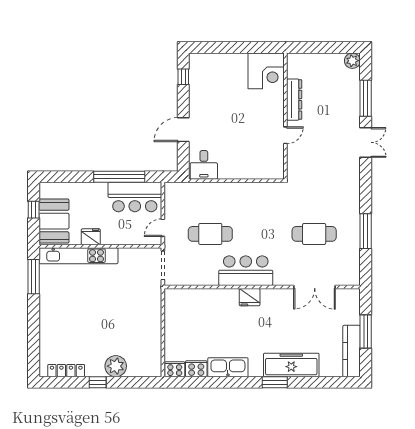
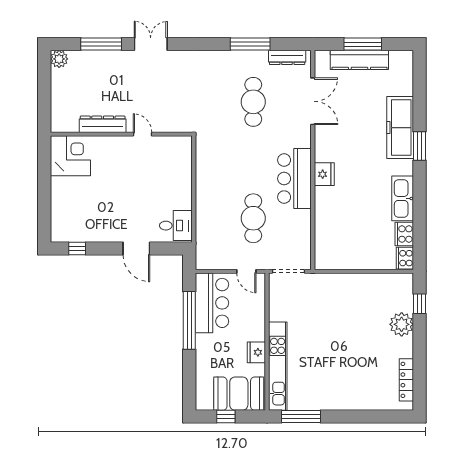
dresser: (354, 264) -> (287, 57), added
kitchen counter: (352, 351) -> (359, 60), moved
window: (98, 382) -> (420, 304), moved

